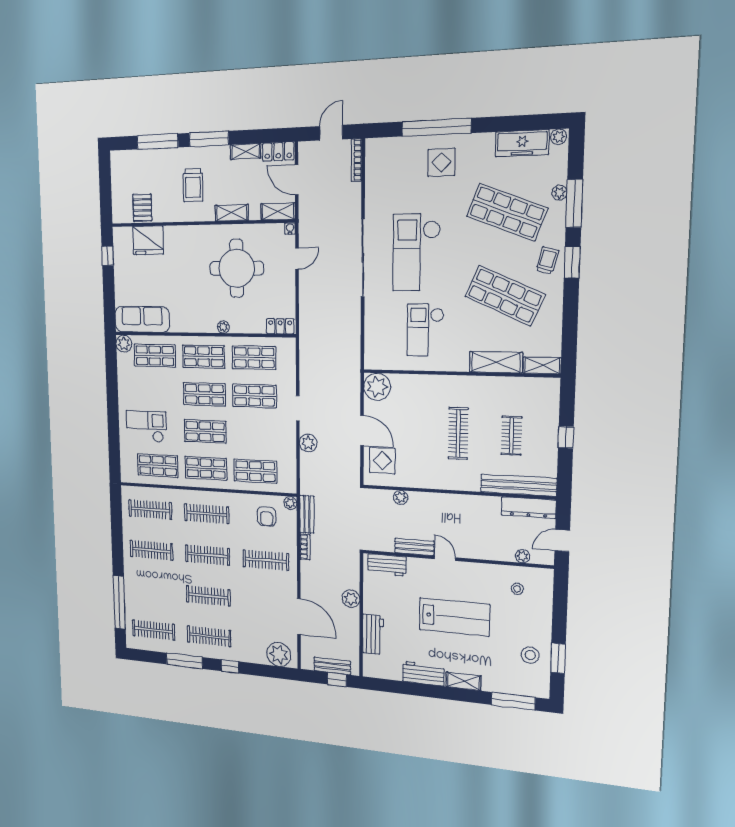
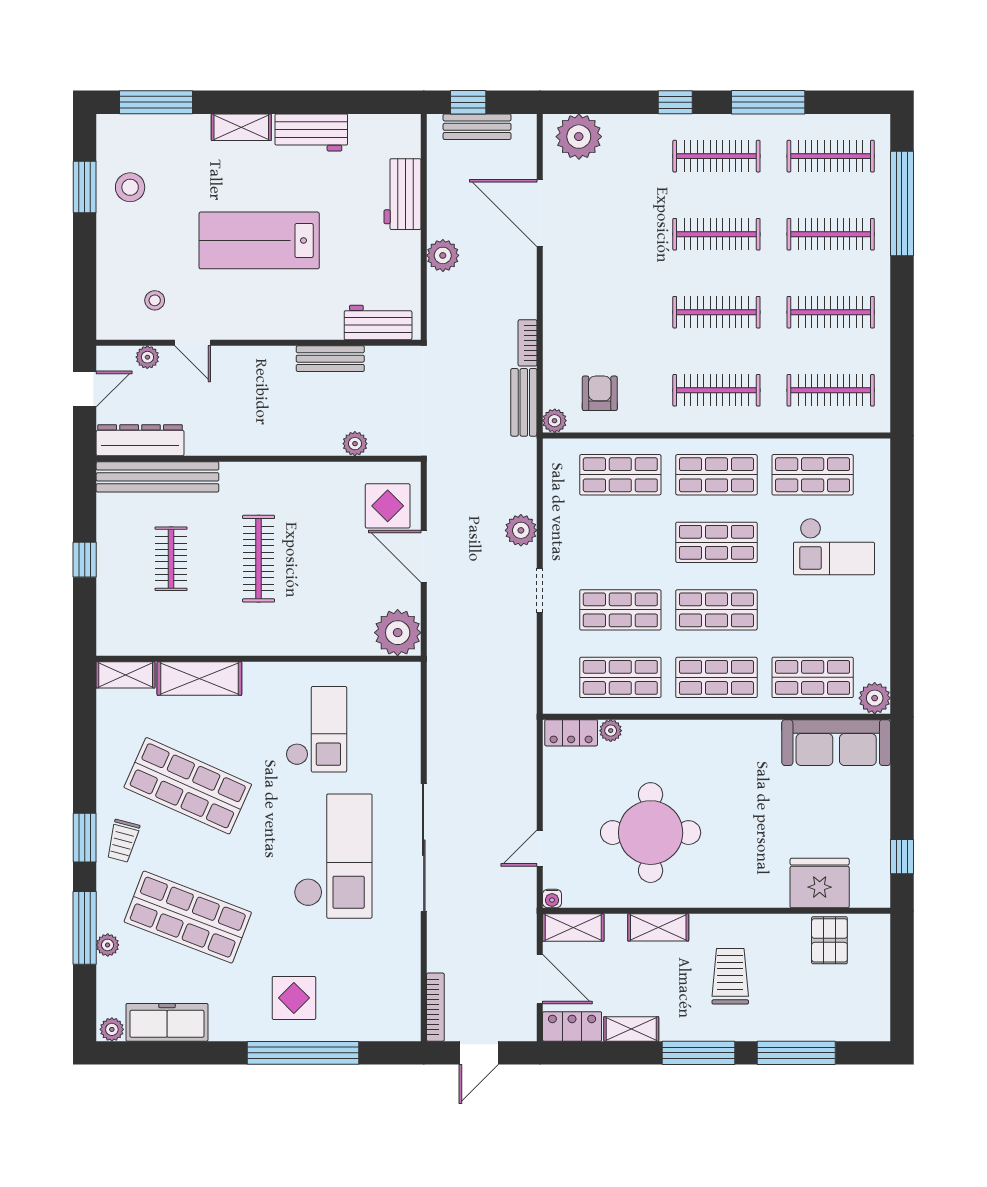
plant: (223, 327) -> (611, 731), moved
door: (445, 558) -> (193, 343), moved
clothes rail: (266, 560) -> (831, 234), moved

